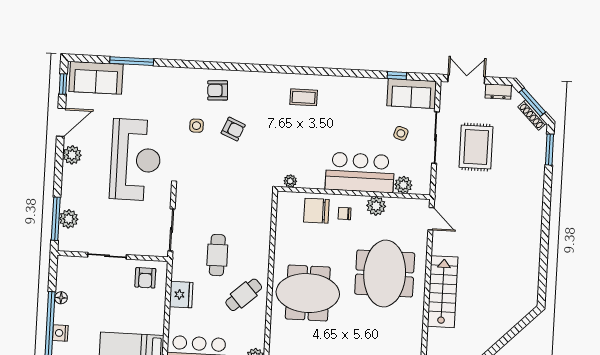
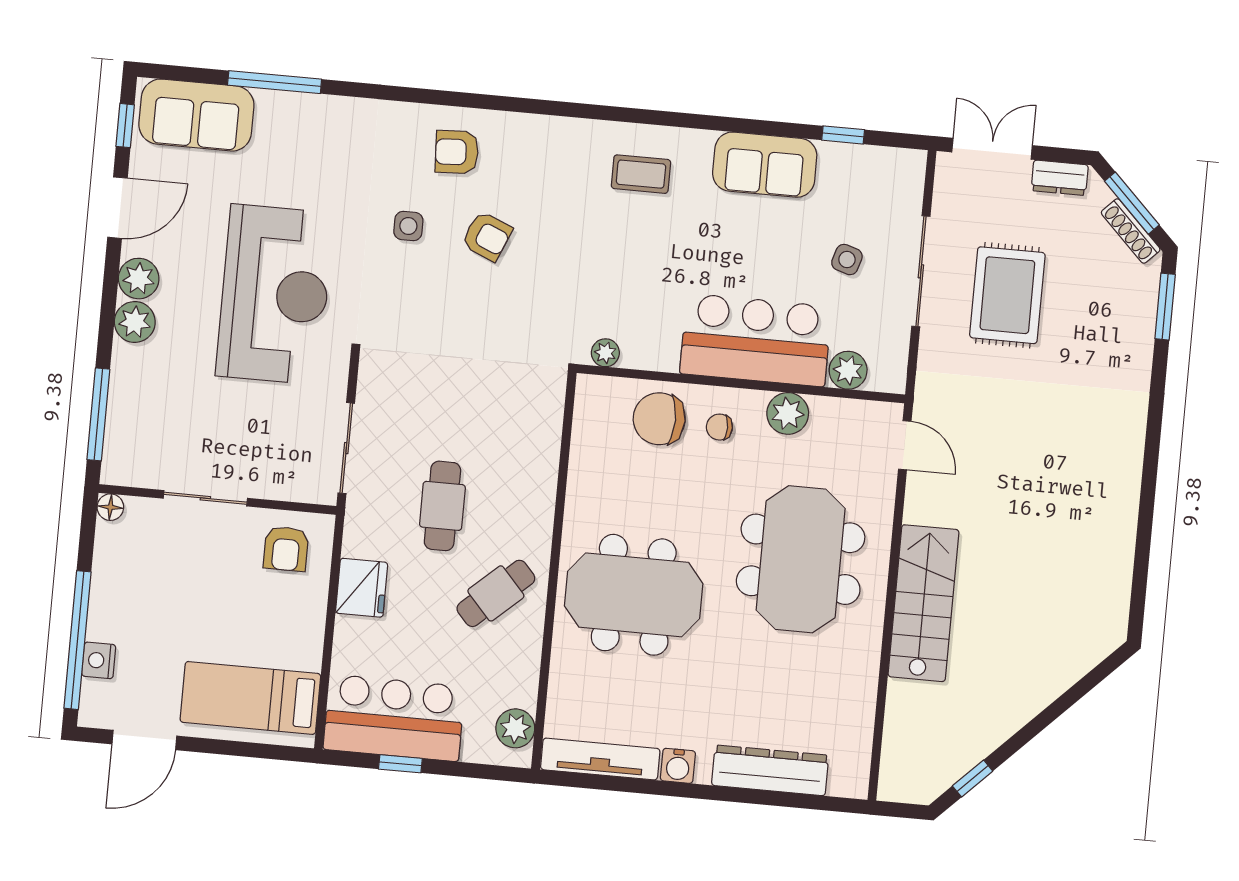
sofa: (411, 93) -> (765, 165), moved
plant: (69, 219) -> (135, 322), moved
floor lamp: (61, 298) -> (110, 507), moved

